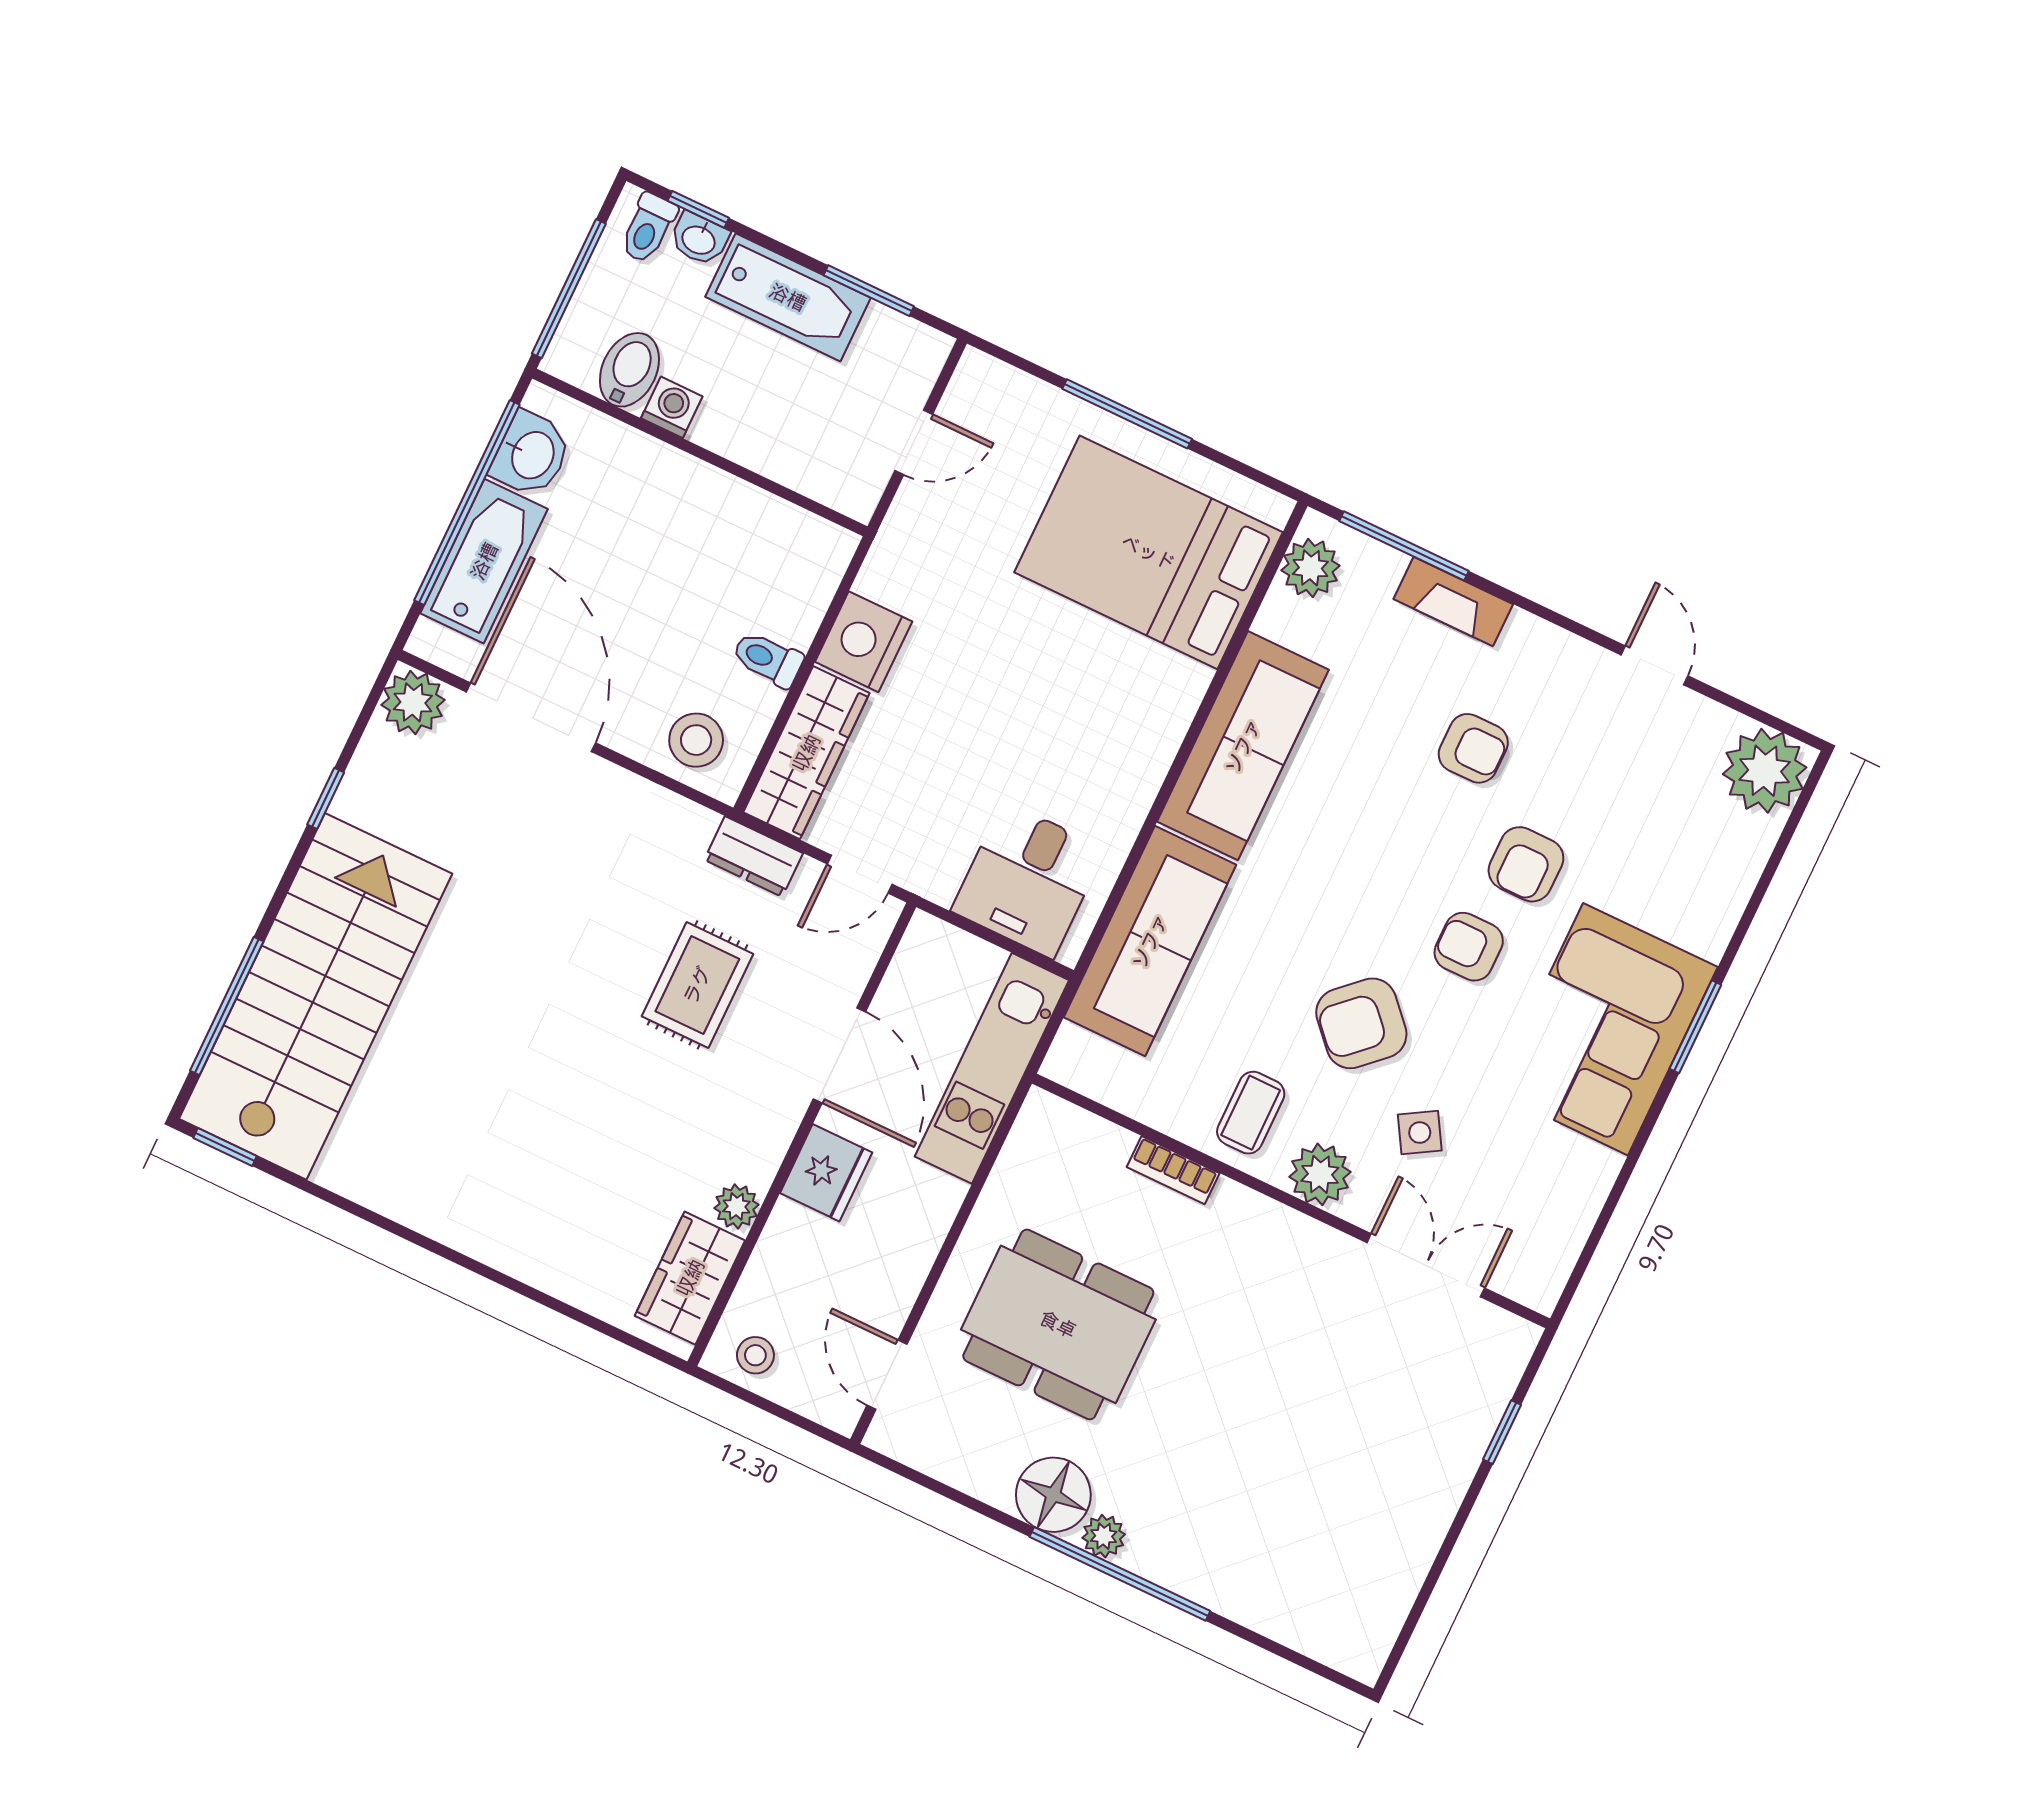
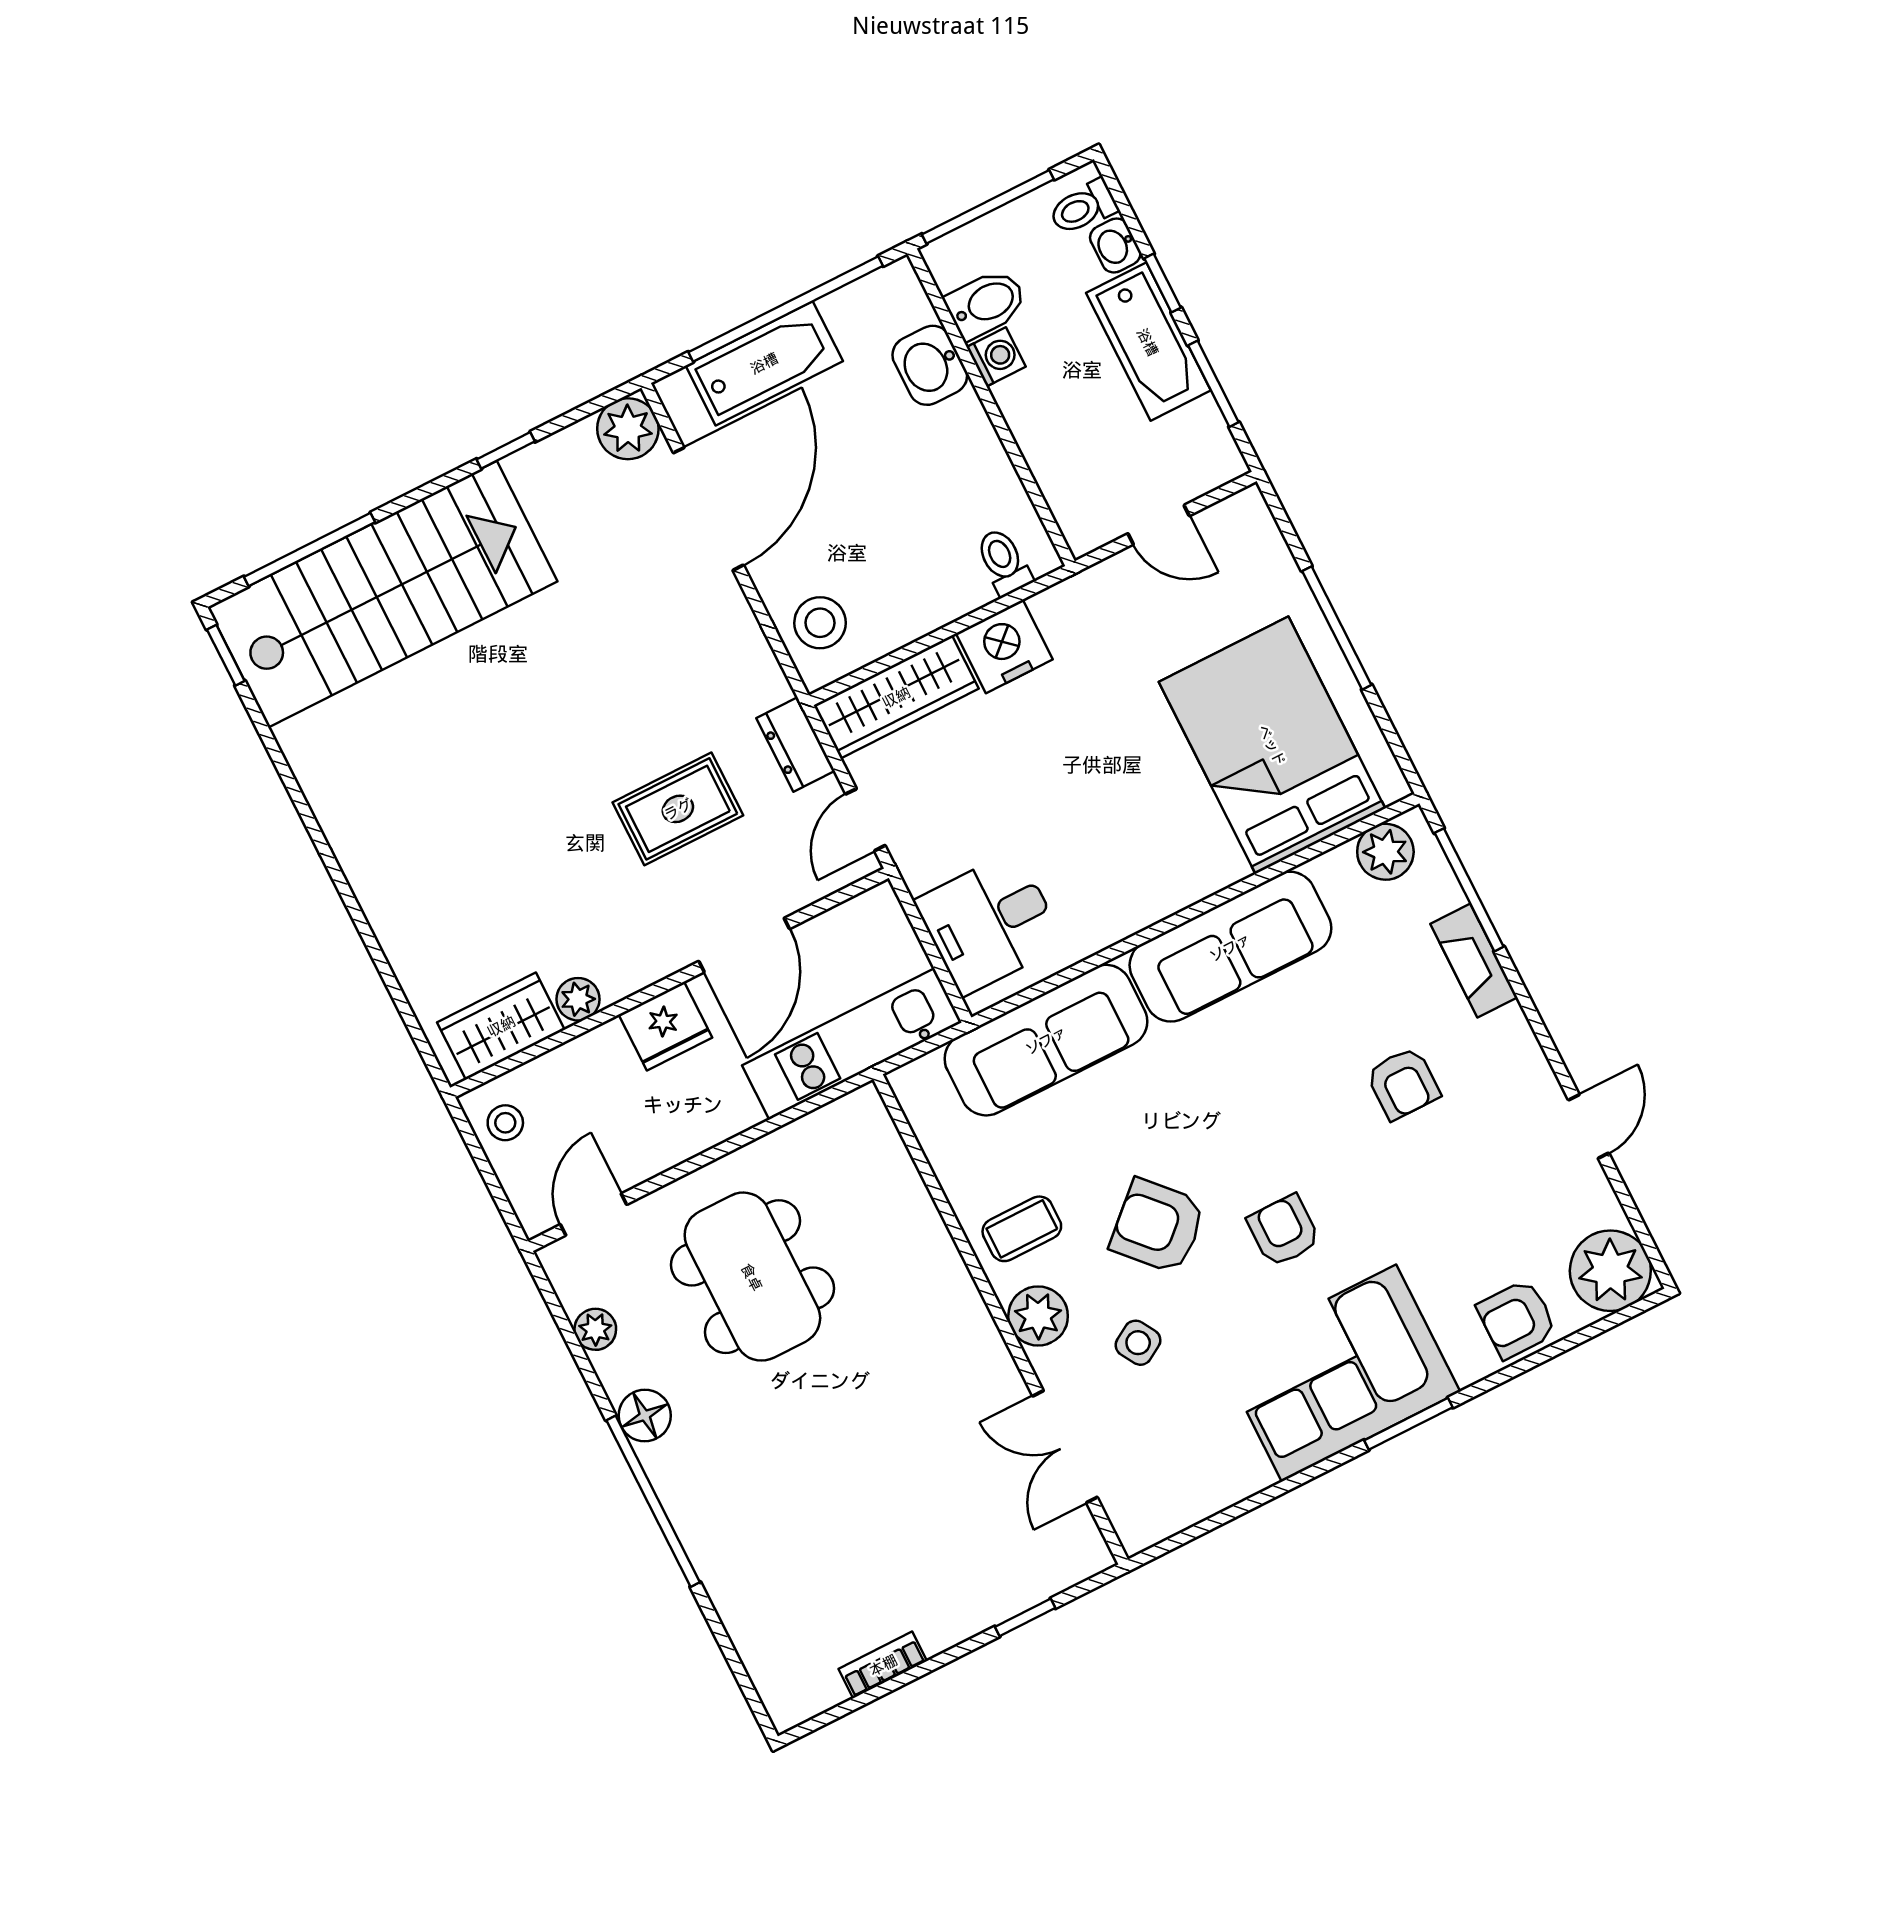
window: (698, 209) -> (1163, 283), moved
washbasin: (531, 454) -> (930, 365), moved, turned 90
toilet: (768, 659) -> (1004, 562), moved
armchair: (1526, 864) -> (1517, 1319), moved
door: (860, 874) -> (865, 820), hinge flipped
bookcase: (1173, 1170) -> (883, 1665), moved, turned 90
double door: (1426, 1265) -> (1065, 1447), swing flipped
floor lamp: (1053, 1495) -> (645, 1416), width x0.73, depth x0.73
plant: (1104, 1536) -> (595, 1329), moved

